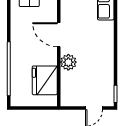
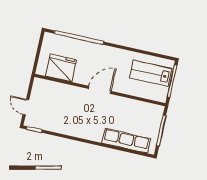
plant: (68, 62) -> (73, 93), removed

